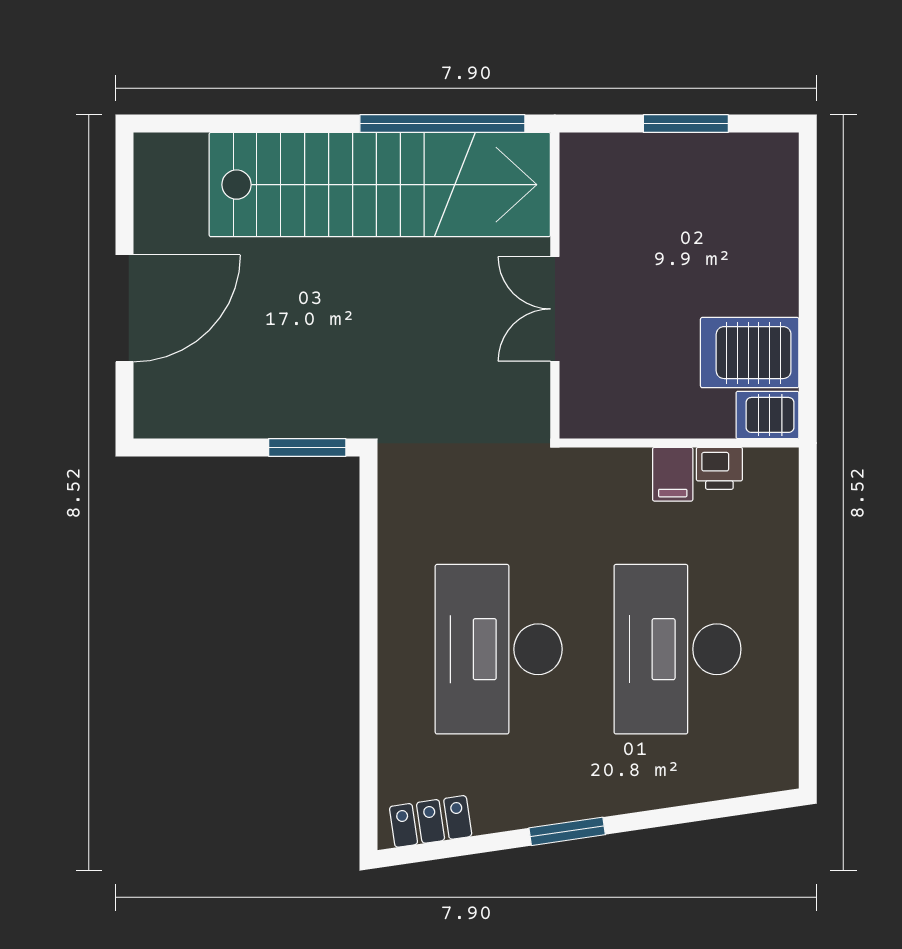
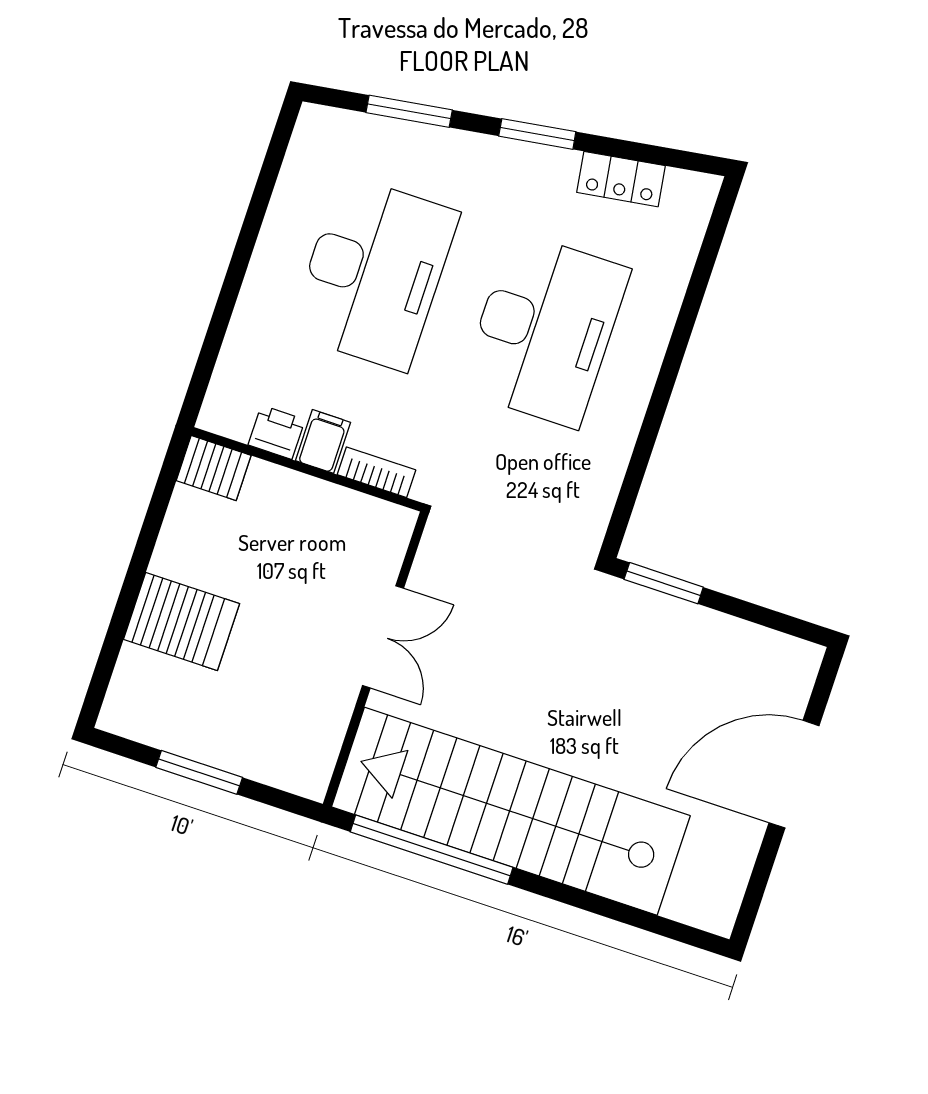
server rack: (750, 353) -> (182, 621), moved
bookcase: (613, 462) -> (376, 472), added
window: (695, 813) -> (409, 111), added
locker: (431, 821) -> (621, 179), moved

